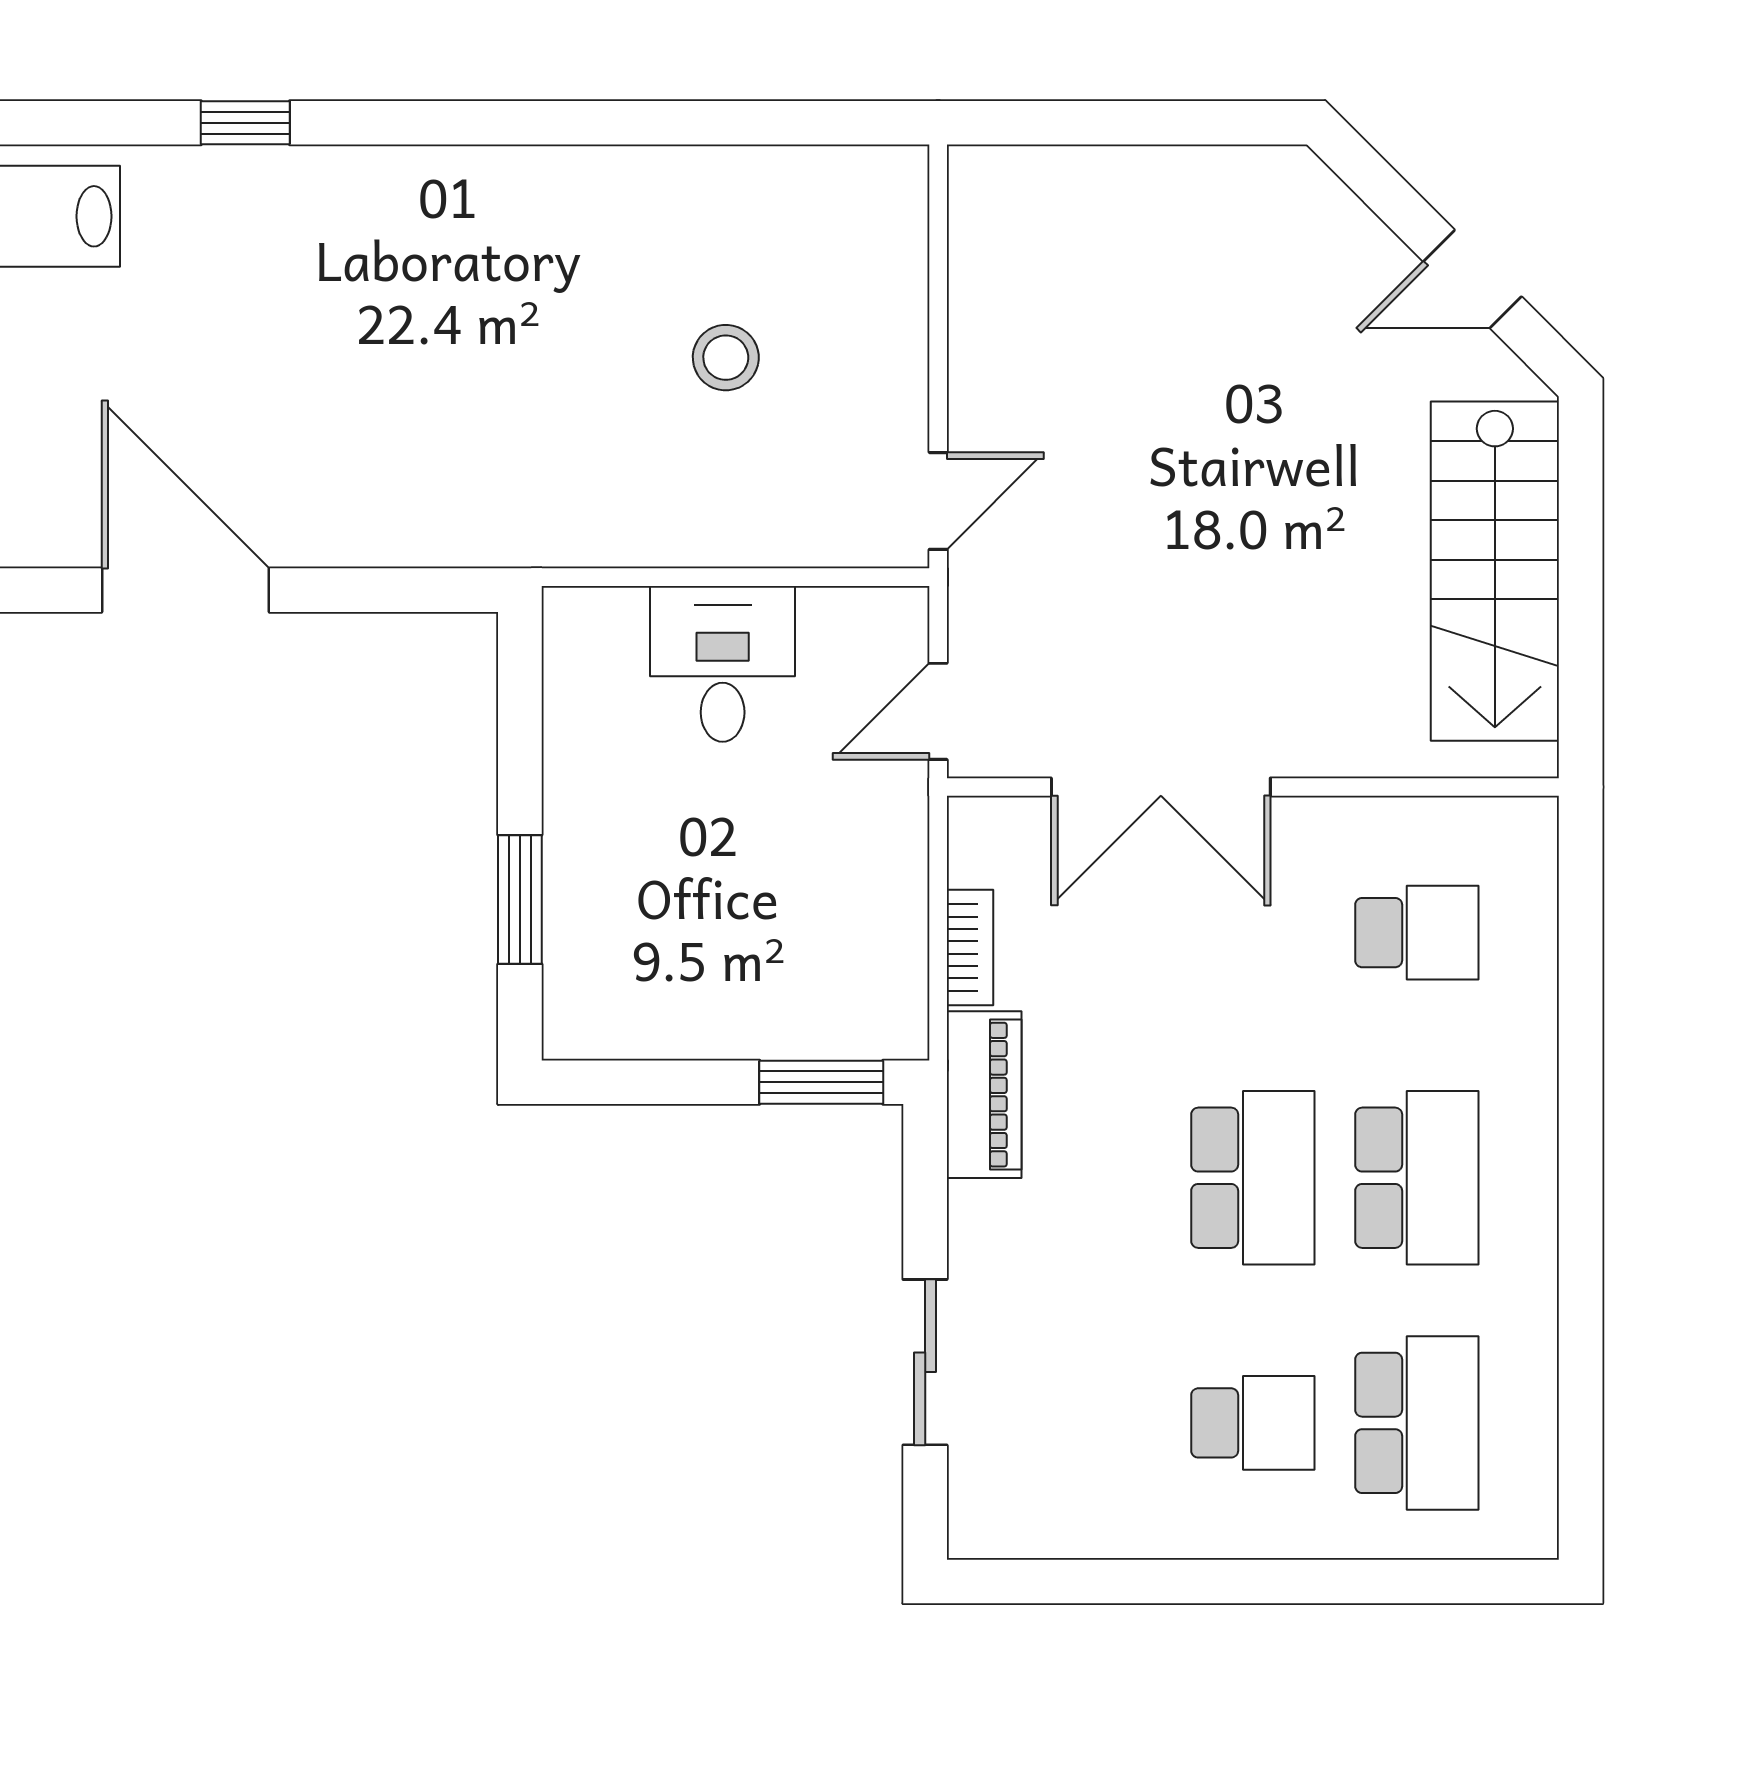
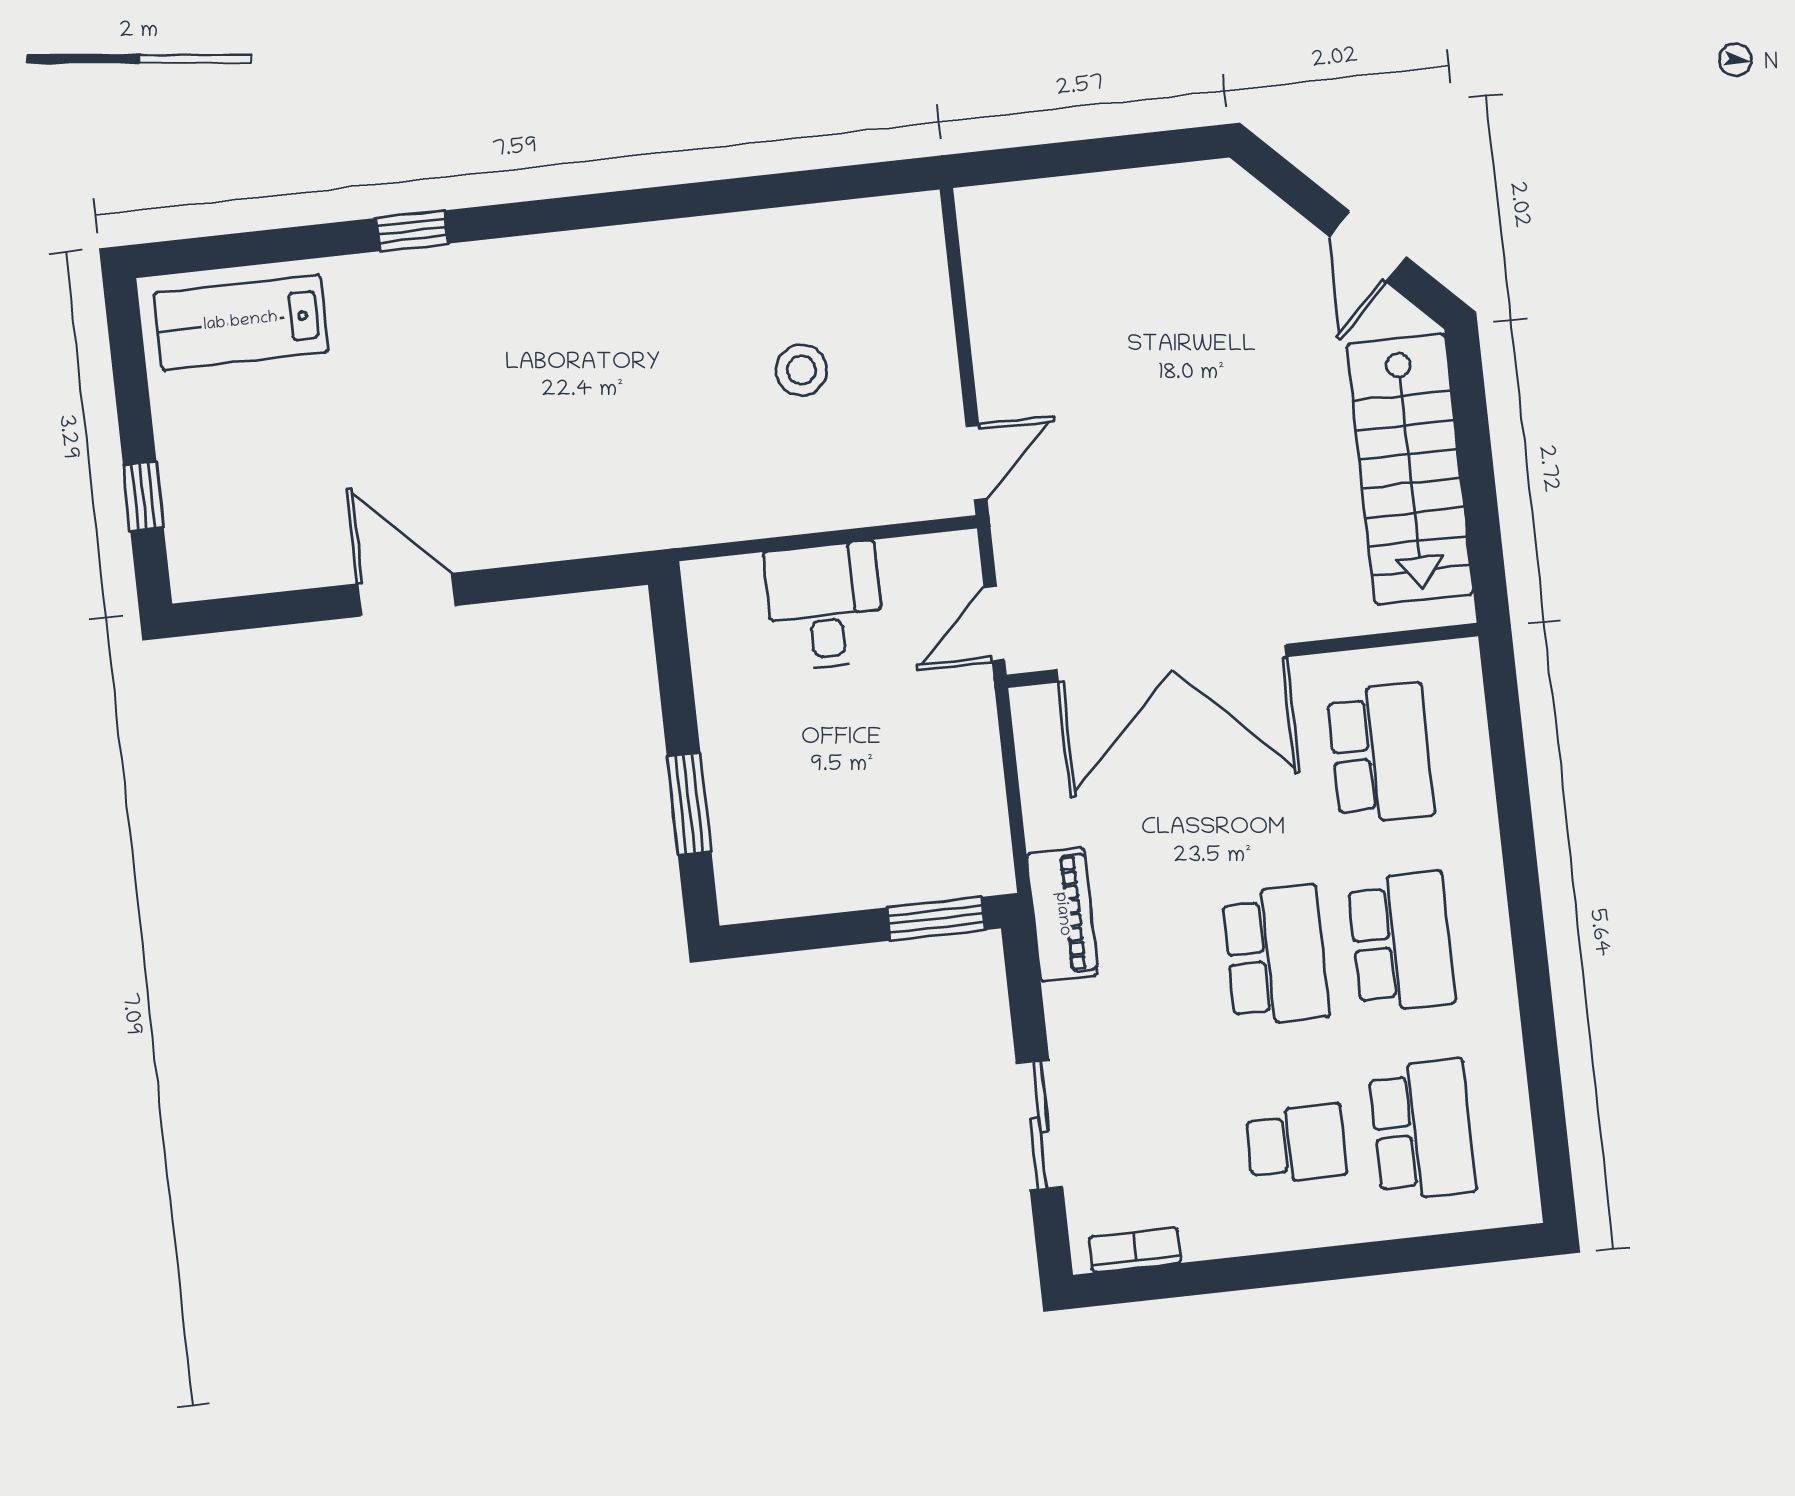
door: (1472, 279) -> (1368, 247), hinge flipped
door: (185, 590) -> (406, 595), width x0.73
double door: (1161, 787) -> (1172, 663), width x1.36
school desk: (1417, 933) -> (1381, 753), width x1.85
bookcase: (970, 947) -> (1135, 1250), moved, turned -90

